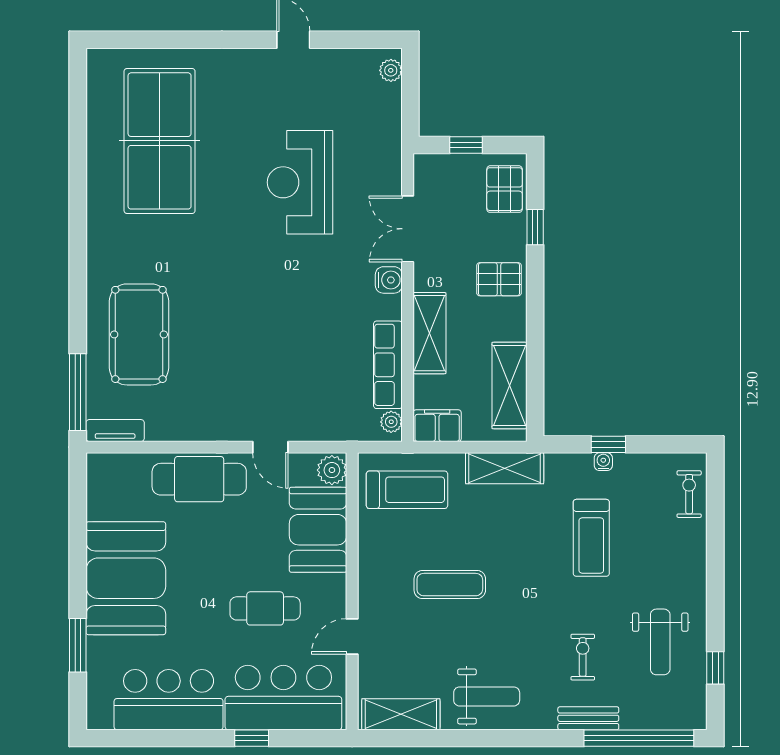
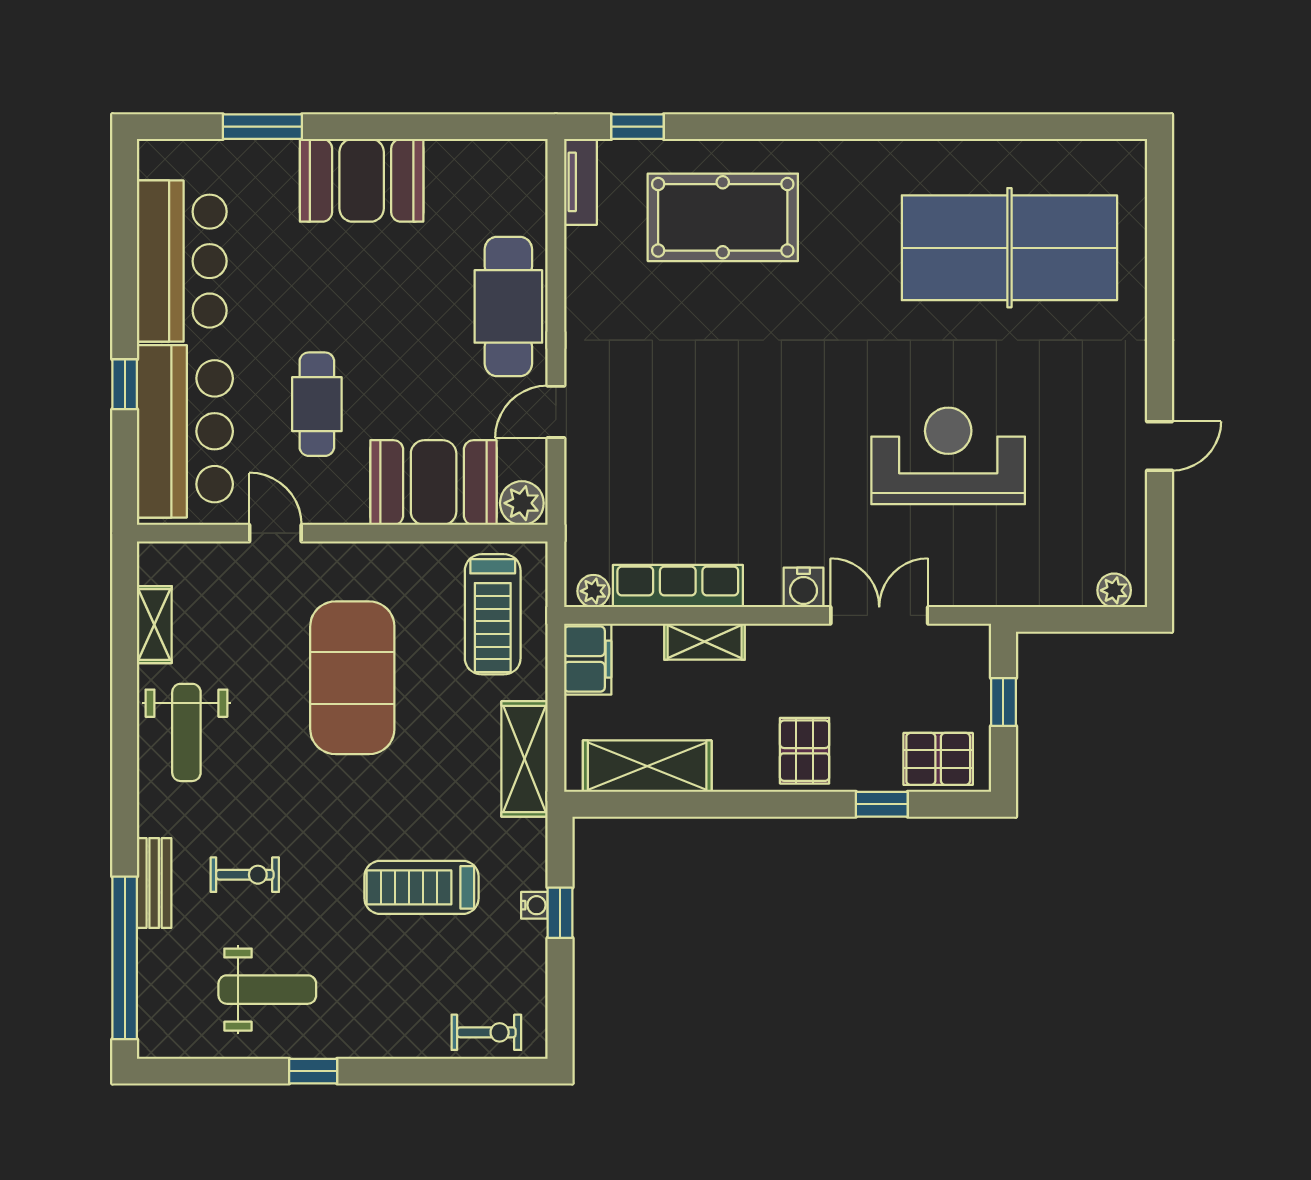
shelving: (429, 333) -> (705, 642), width x0.67, depth x0.75
window: (78, 392) -> (637, 127), width x0.46
booth: (126, 578) -> (362, 180), width x0.73, depth x0.70
exercise mat: (450, 585) -> (352, 678), width x2.00, depth x1.45
weight bench: (660, 642) -> (267, 990), turned 180
window: (715, 668) -> (313, 1071), moved
shelving: (401, 714) -> (154, 625), width x0.67, depth x0.75

